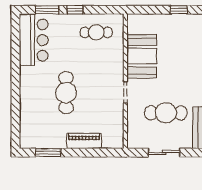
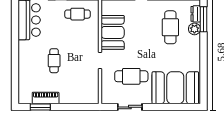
cafe table: (66, 93) -> (54, 61), width x0.73, depth x0.74
piano: (84, 141) -> (46, 98), moved

